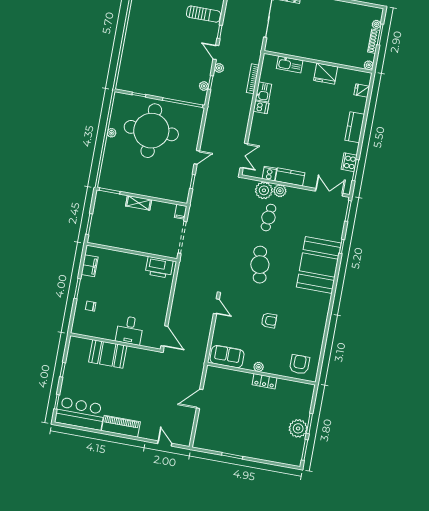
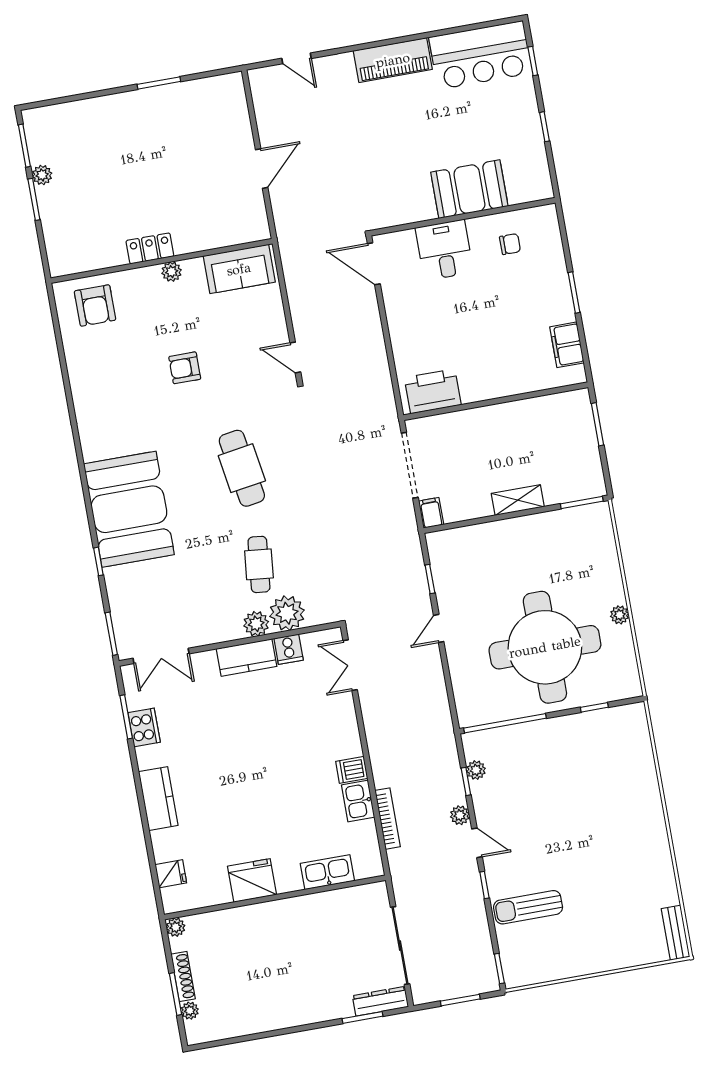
chair: (91, 306) -> (510, 244), moved
plant: (298, 428) -> (42, 175), width x0.53, depth x0.53

